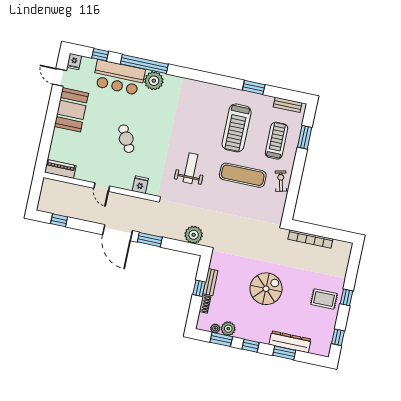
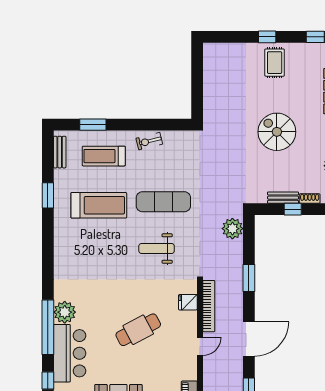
cafe table: (126, 139) -> (138, 330), width x1.37, depth x1.35
exercise mat: (243, 175) -> (163, 202), moved, turned 90
door: (117, 233) -> (249, 339), moved
bookcase: (310, 239) -> (209, 306), moved

